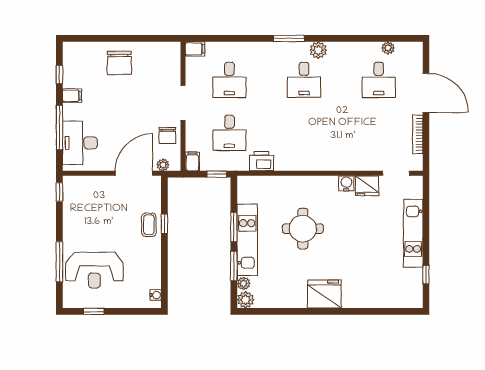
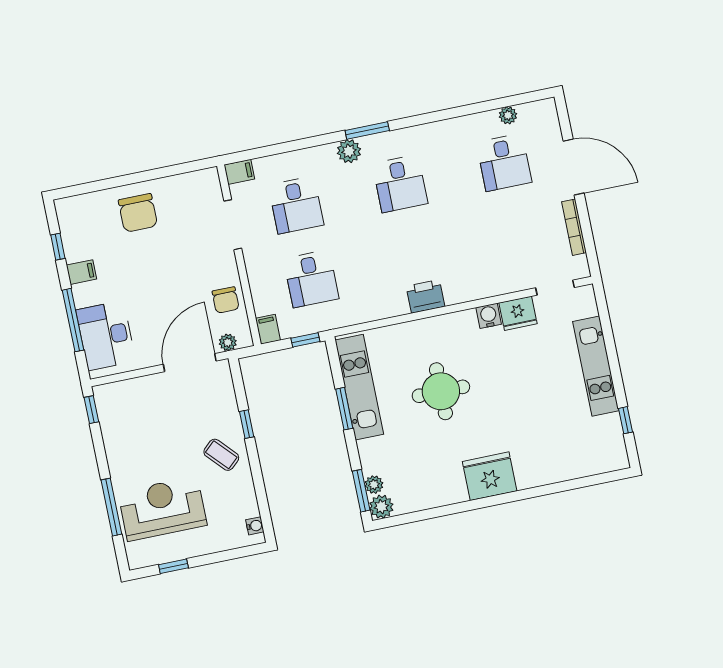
plant: (318, 50) -> (349, 151), moved
doorway: (183, 103) -> (233, 225), moved
printer: (261, 161) -> (425, 296), moved
coffee table: (149, 225) -> (221, 455), moved, turned -43
kitchen unit: (247, 240) -> (359, 387), moved
window: (234, 266) -> (361, 491), moved
reception desk: (94, 270) -> (162, 509), turned 180

